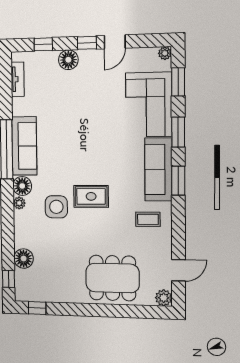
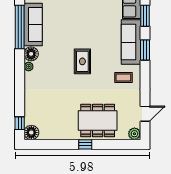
rug: (91, 196) -> (82, 61), turned 90
side table: (56, 207) -> (57, 69), removed
floor lamp: (24, 259) -> (31, 133), moved
window: (37, 308) -> (85, 144), moved

